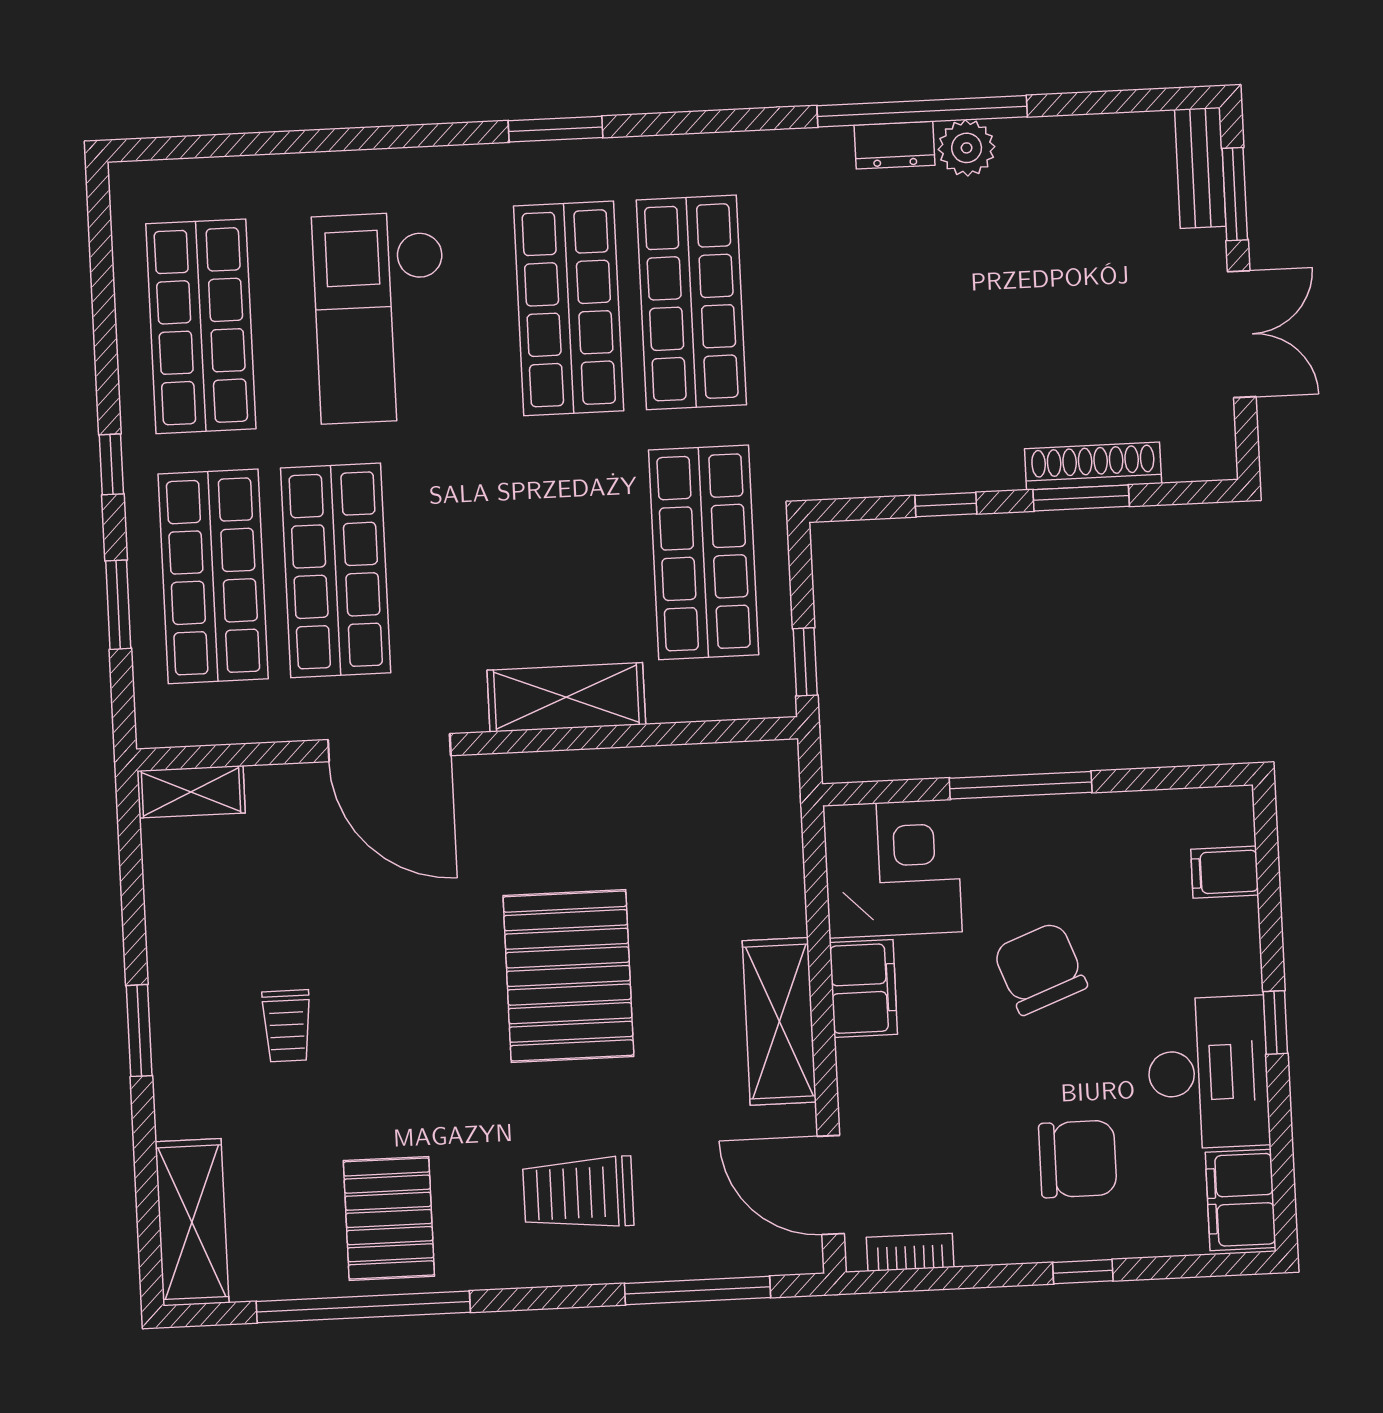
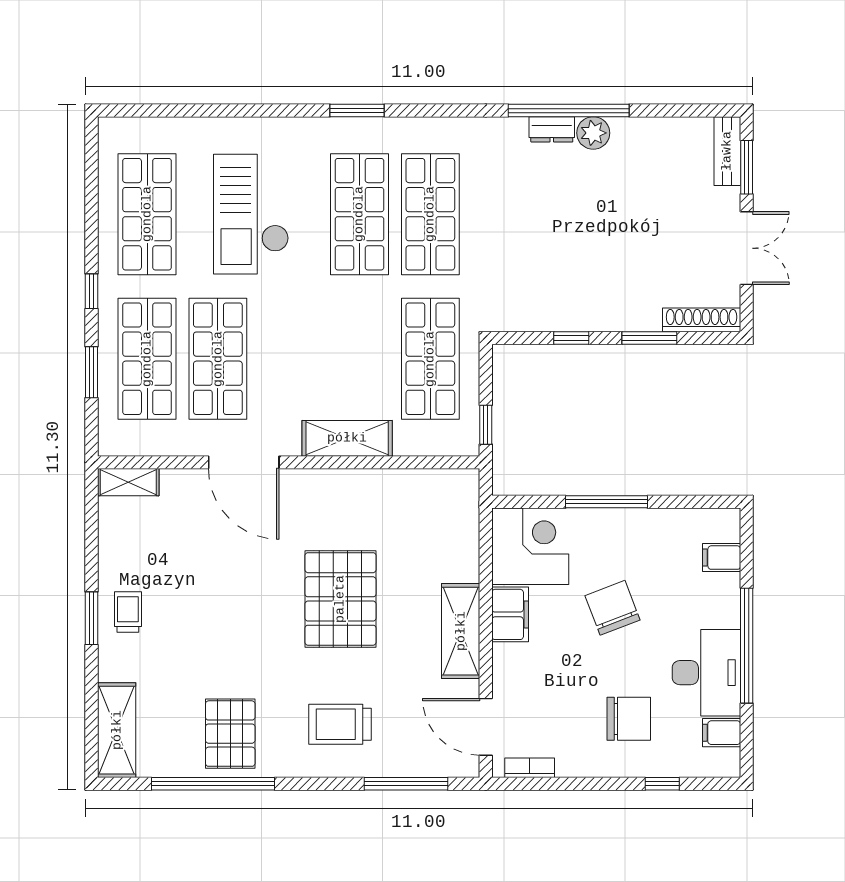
shoe rack: (1093, 466) -> (702, 320), moved
window: (1275, 1022) -> (747, 646), width x3.17
trolley: (287, 1026) -> (128, 612), moved, turned 180
filing cabinet: (1241, 1200) -> (722, 733), width x0.50
window: (1083, 1272) -> (662, 784), moved

